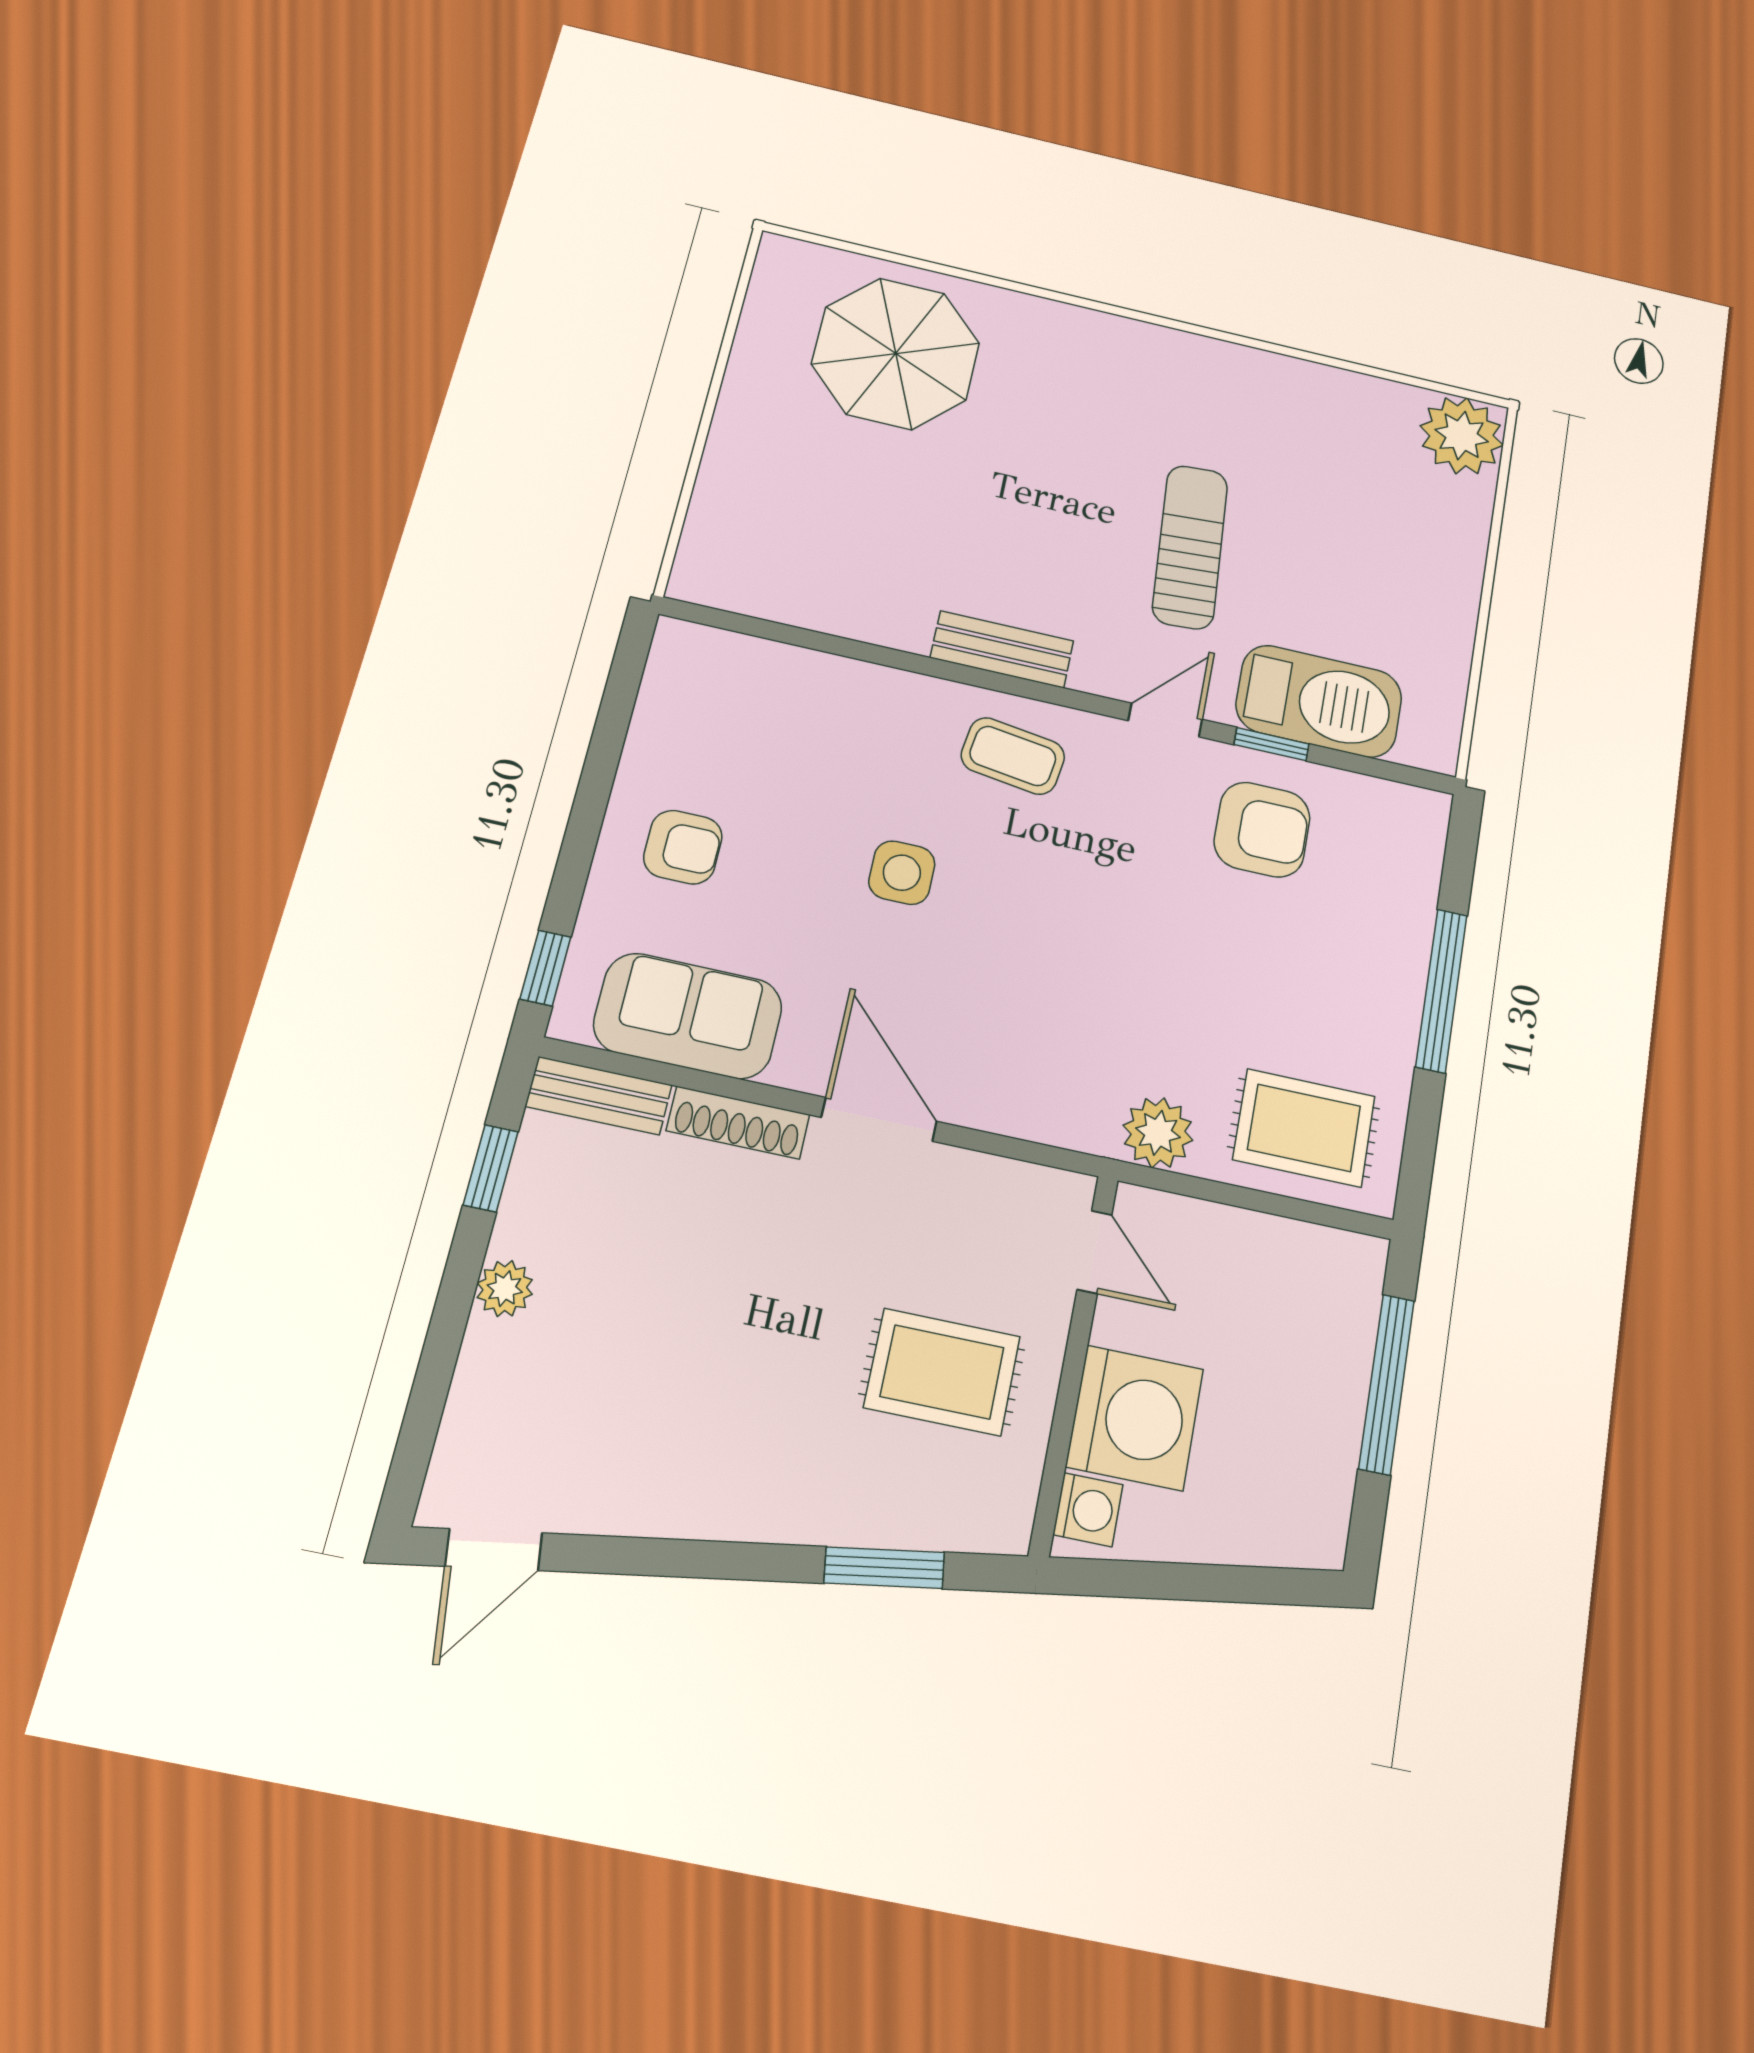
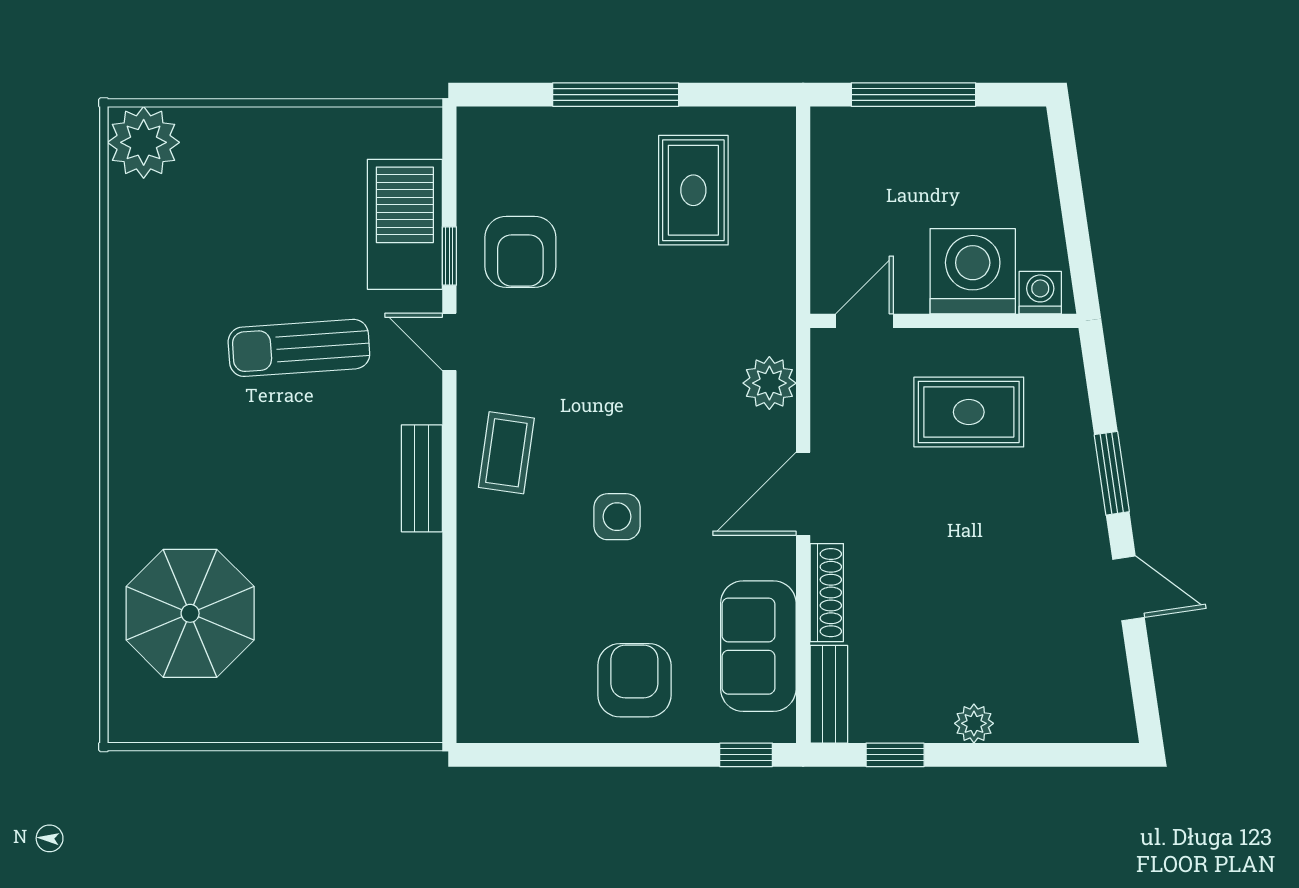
armchair: (1262, 830) -> (520, 252), turned 180
armchair: (683, 847) -> (634, 680), width x1.38, depth x1.38
rug: (1304, 1128) -> (693, 190), moved
plant: (1158, 1133) -> (769, 383), moved
rug: (942, 1372) -> (969, 412), turned 90
door: (494, 1550) -> (1129, 588), moved
window: (884, 1568) -> (1112, 473), moved

